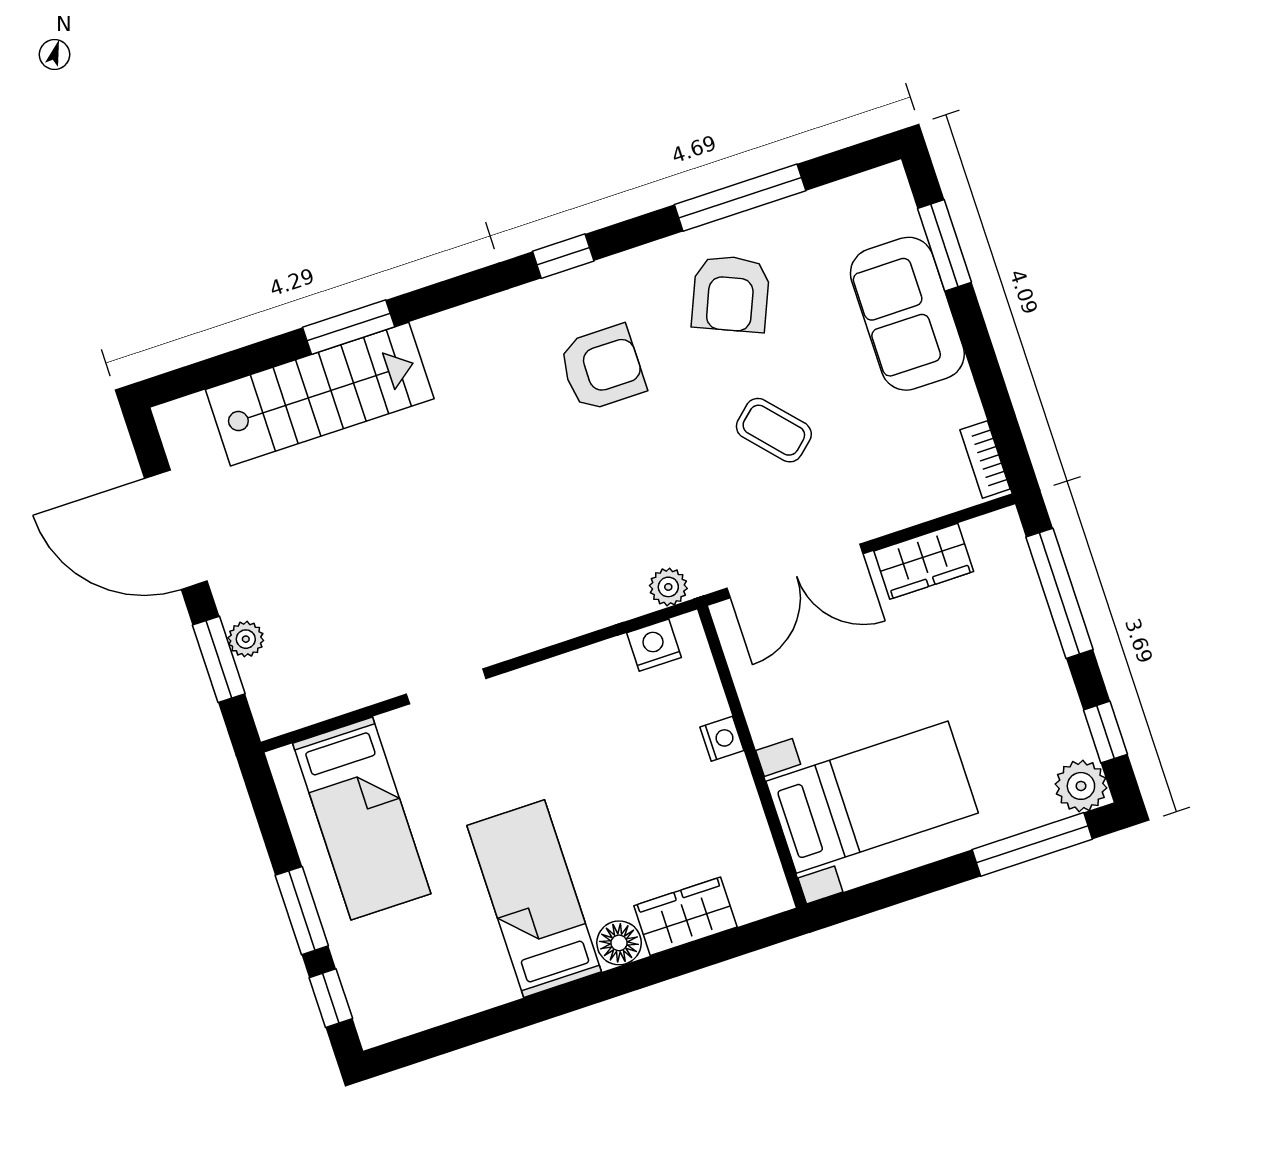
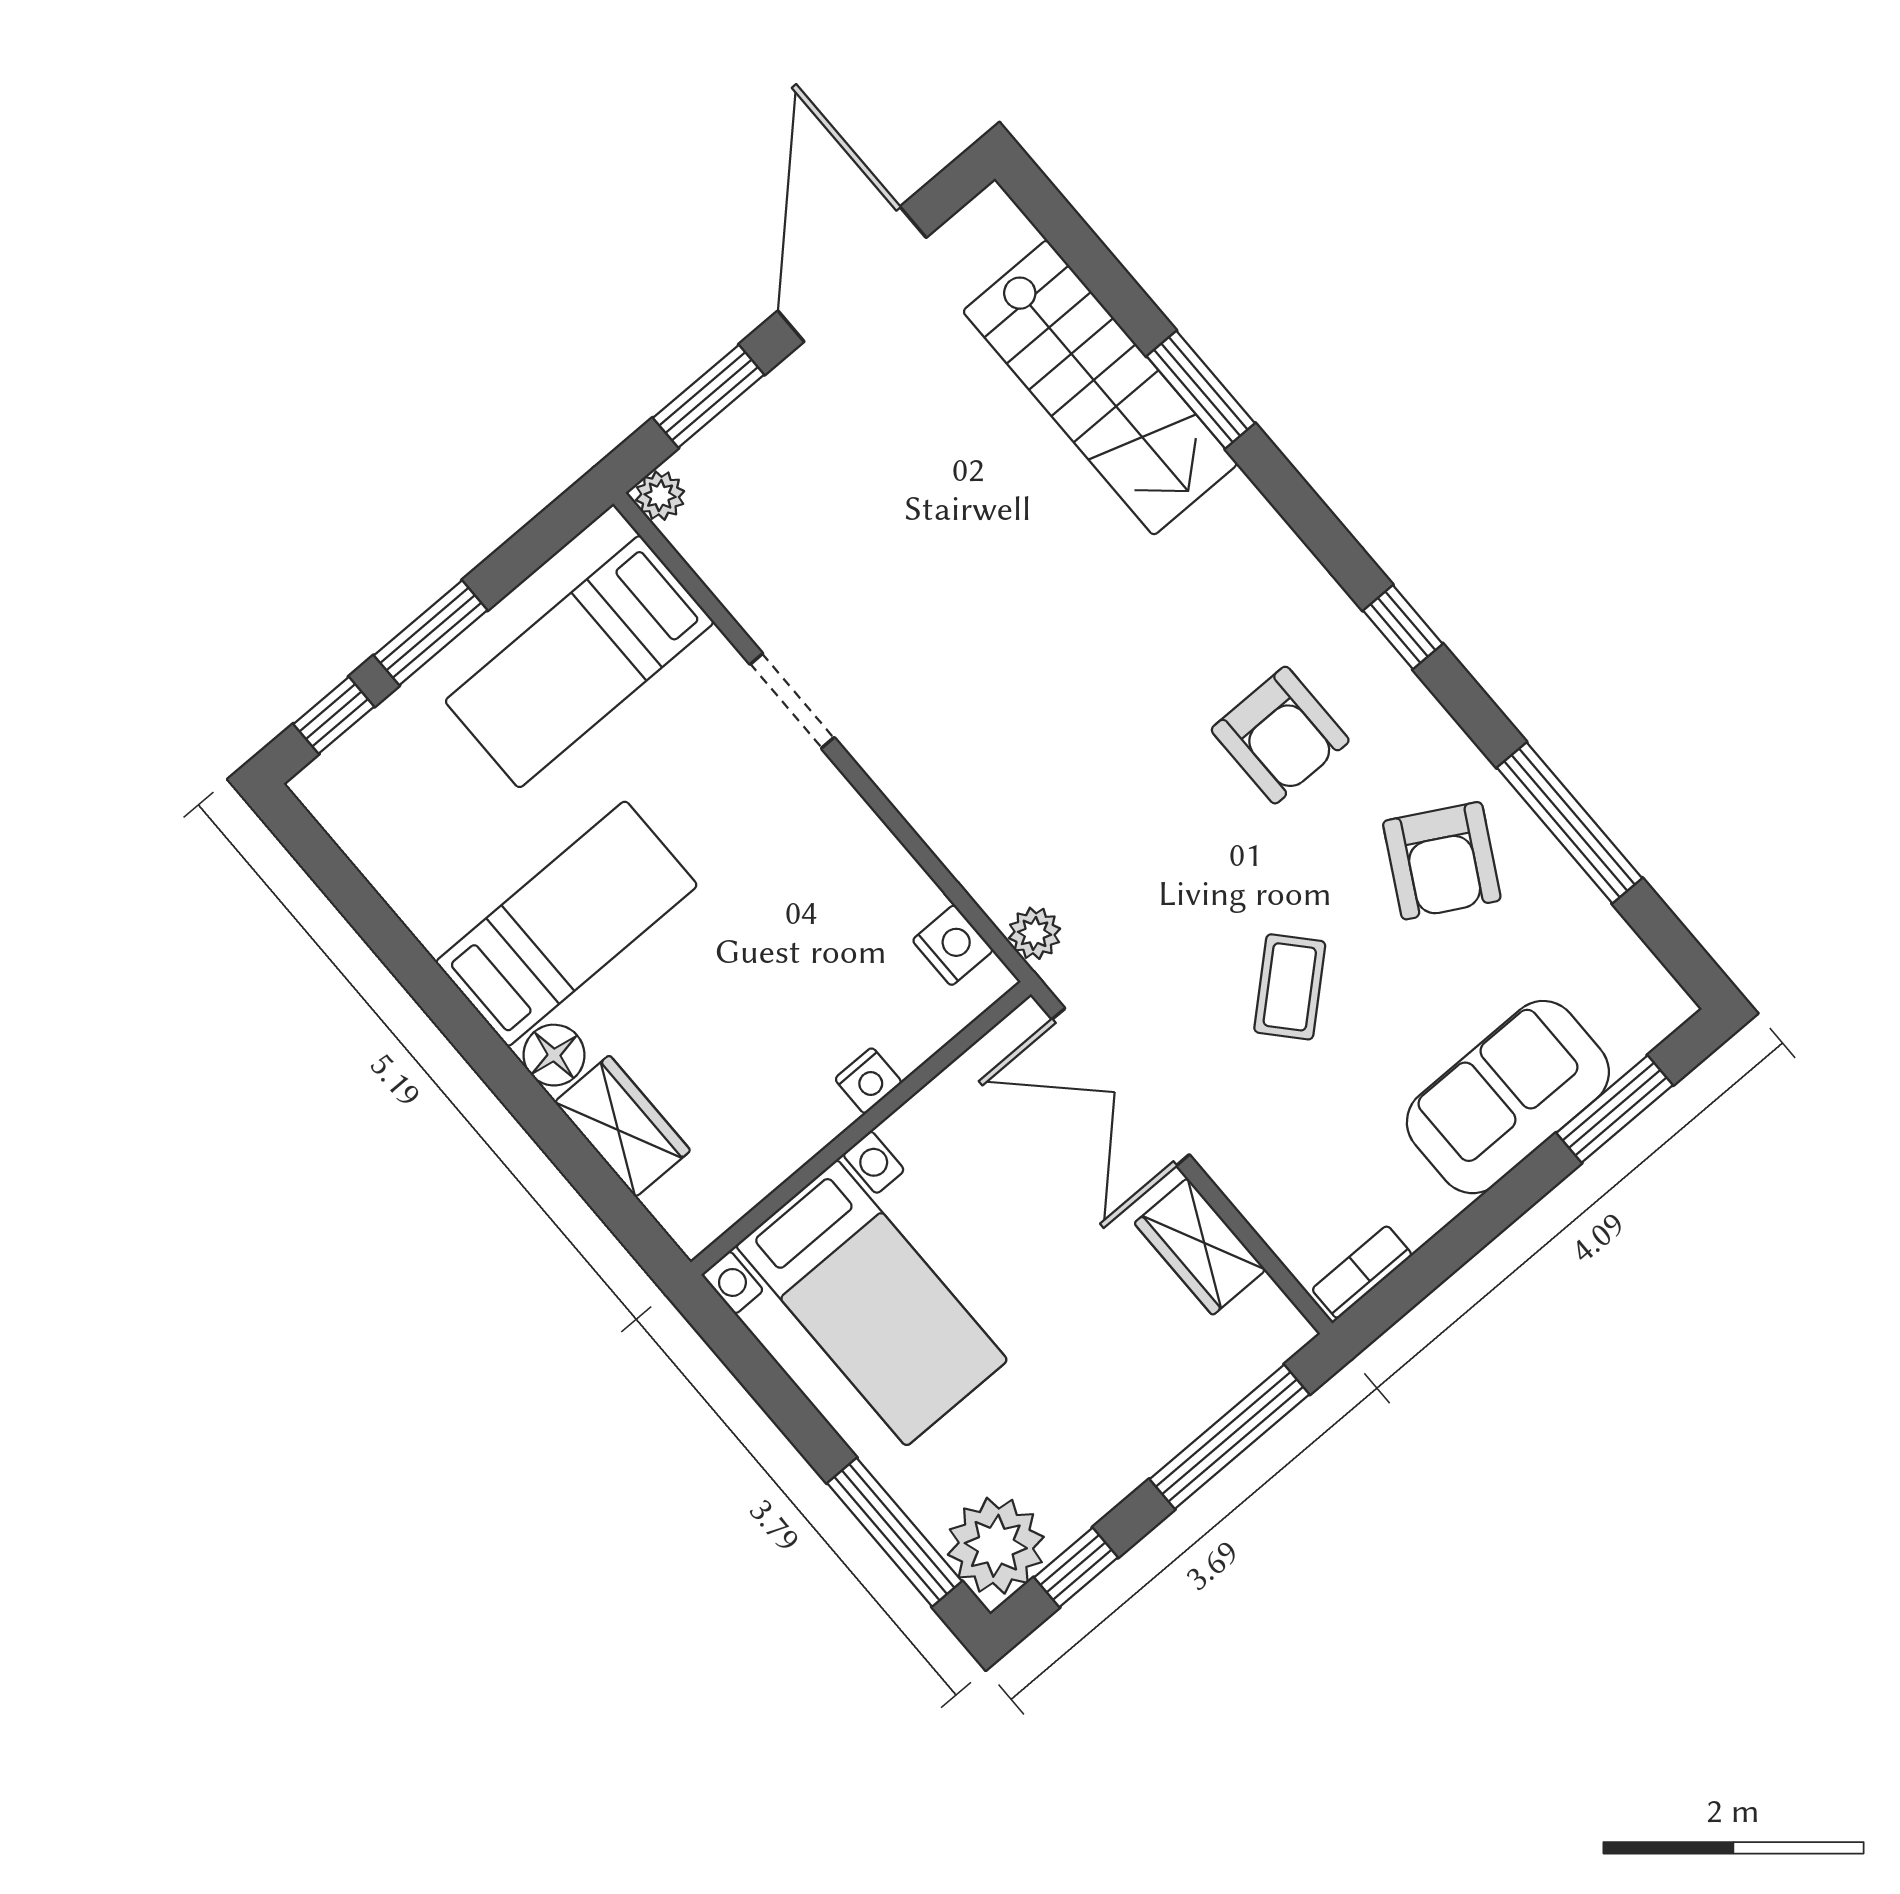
armchair: (731, 294) -> (1442, 861), turned -84
plant: (246, 639) -> (660, 496), moved
plant: (1081, 786) -> (996, 1546), width x1.36, depth x1.36

